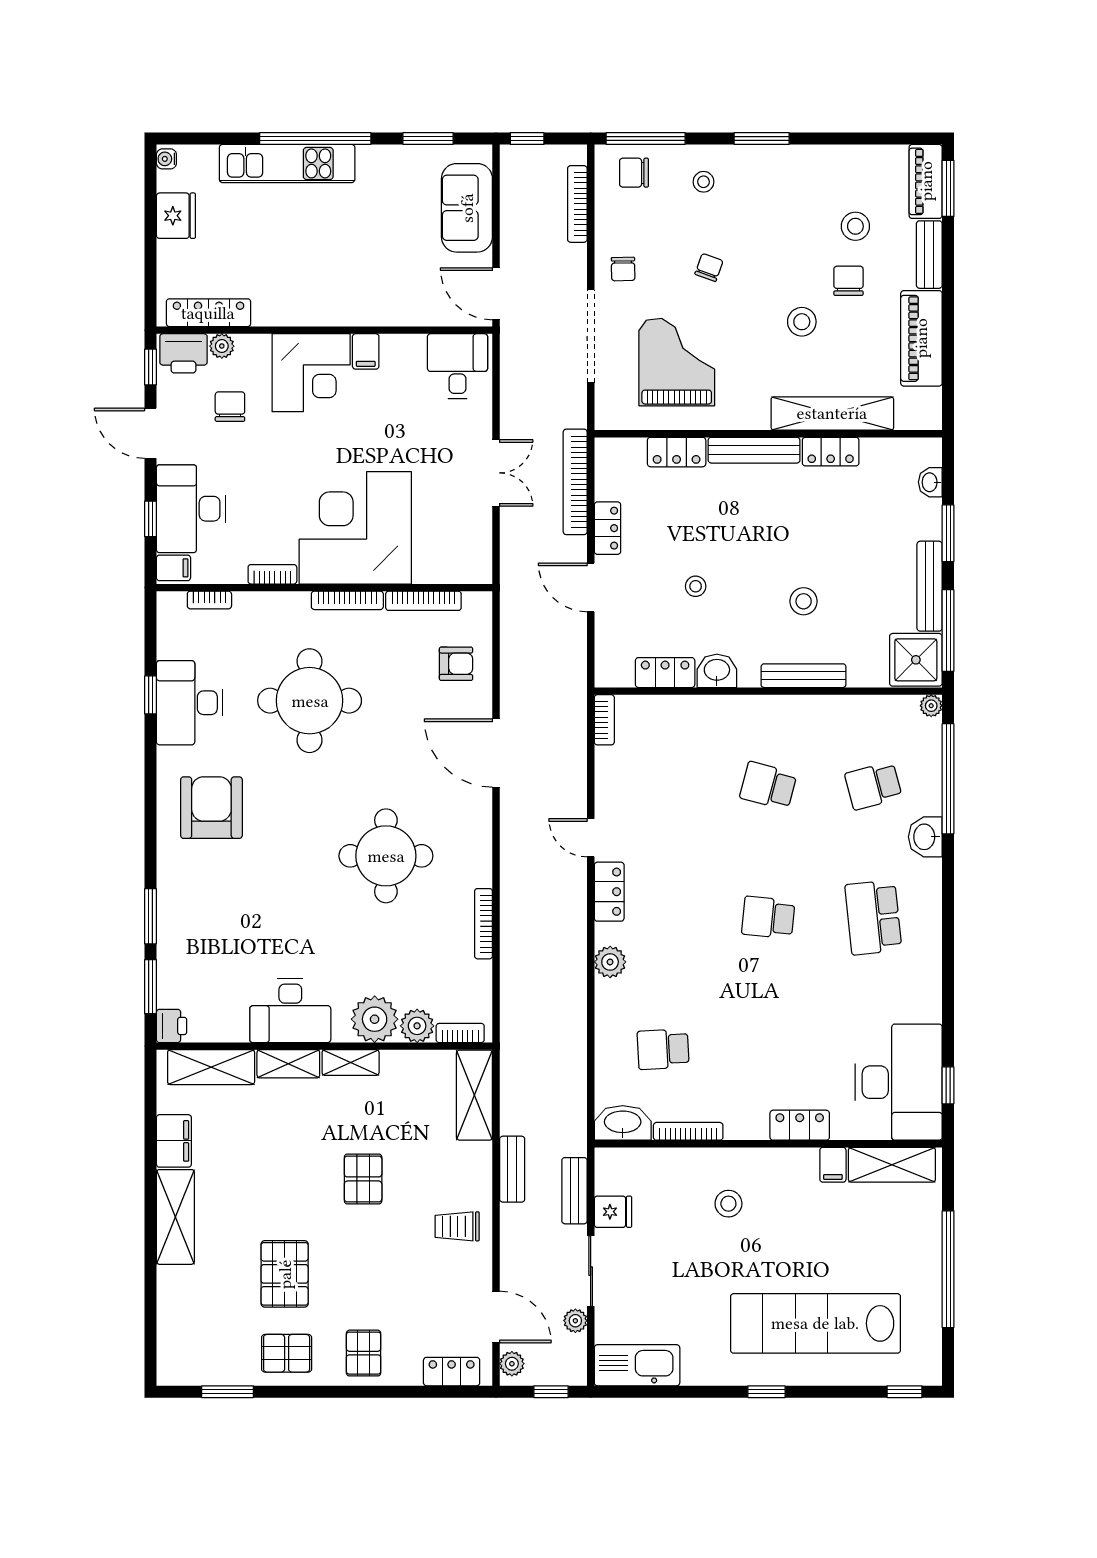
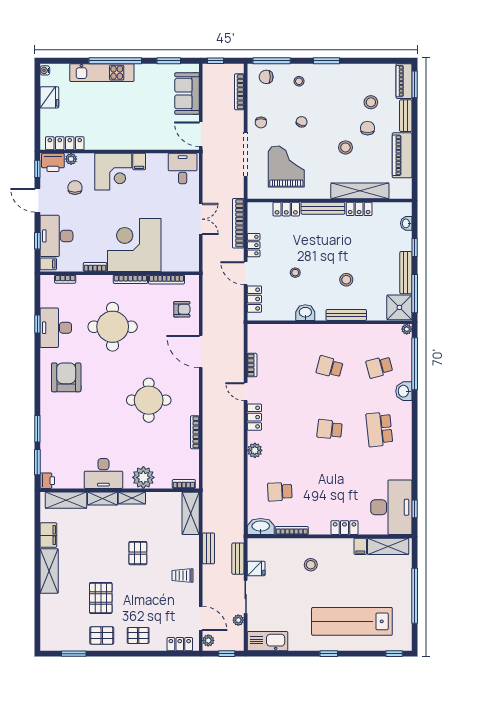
window: (948, 533) -> (415, 248), width x0.67
locker: (665, 673) -> (254, 299), moved, turned 90
bookcase: (604, 720) -> (252, 365), moved
plant: (417, 1026) -> (163, 481), removed
pallet: (364, 1353) -> (138, 635), turned 90

